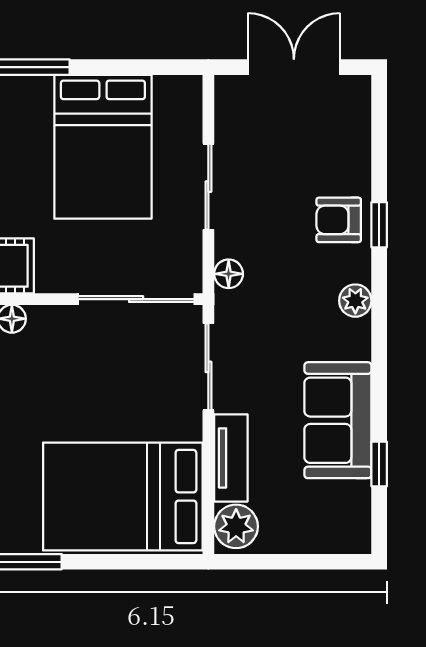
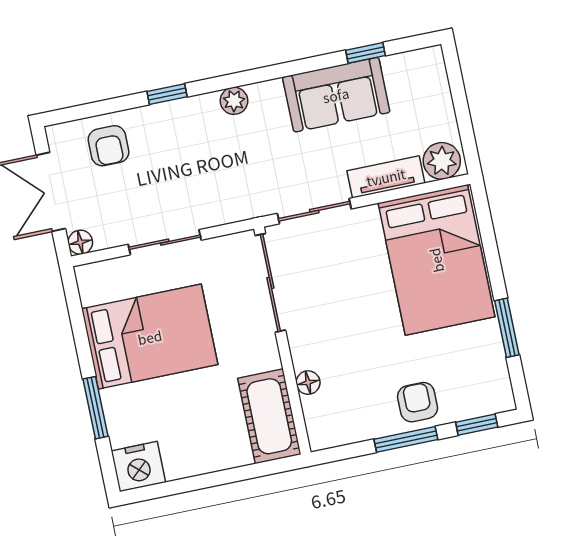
armchair: (339, 220) -> (109, 146), moved
floor lamp: (229, 274) -> (80, 242), moved

